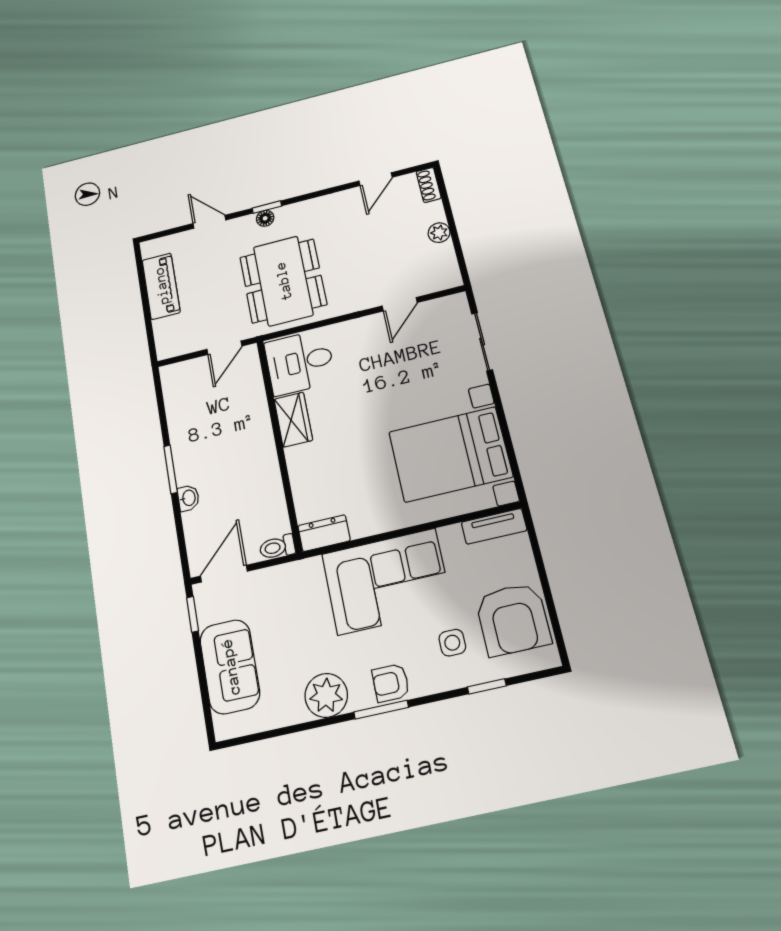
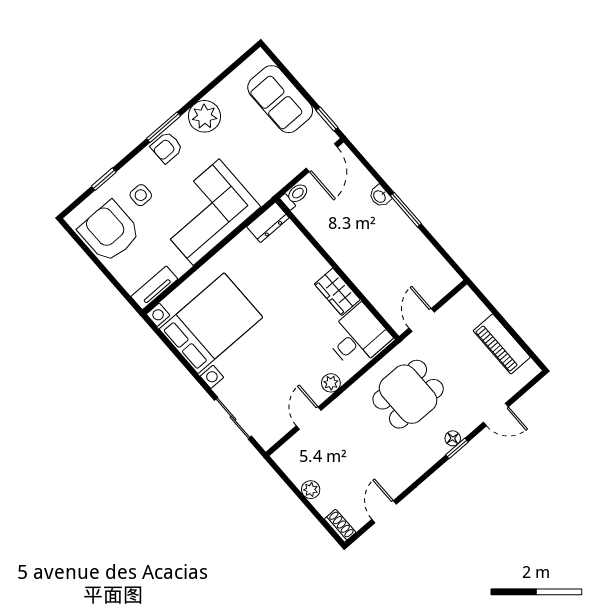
dining table: (283, 281) -> (408, 394), width x0.73
plant: (355, 329) -> (331, 383), added
armchair: (391, 683) -> (167, 147), turned 180

